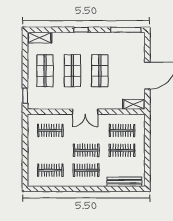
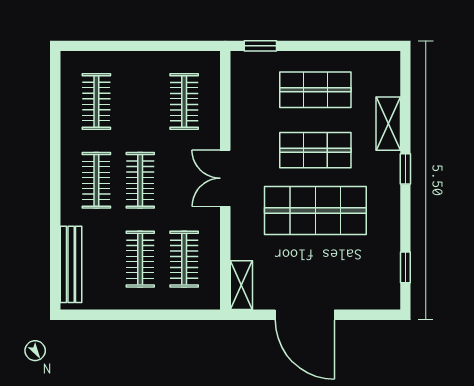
window: (126, 30) -> (405, 267), width x0.46
shelving: (40, 38) -> (388, 124), moved
shop shelf: (100, 71) -> (315, 211), width x1.43, depth x1.36

